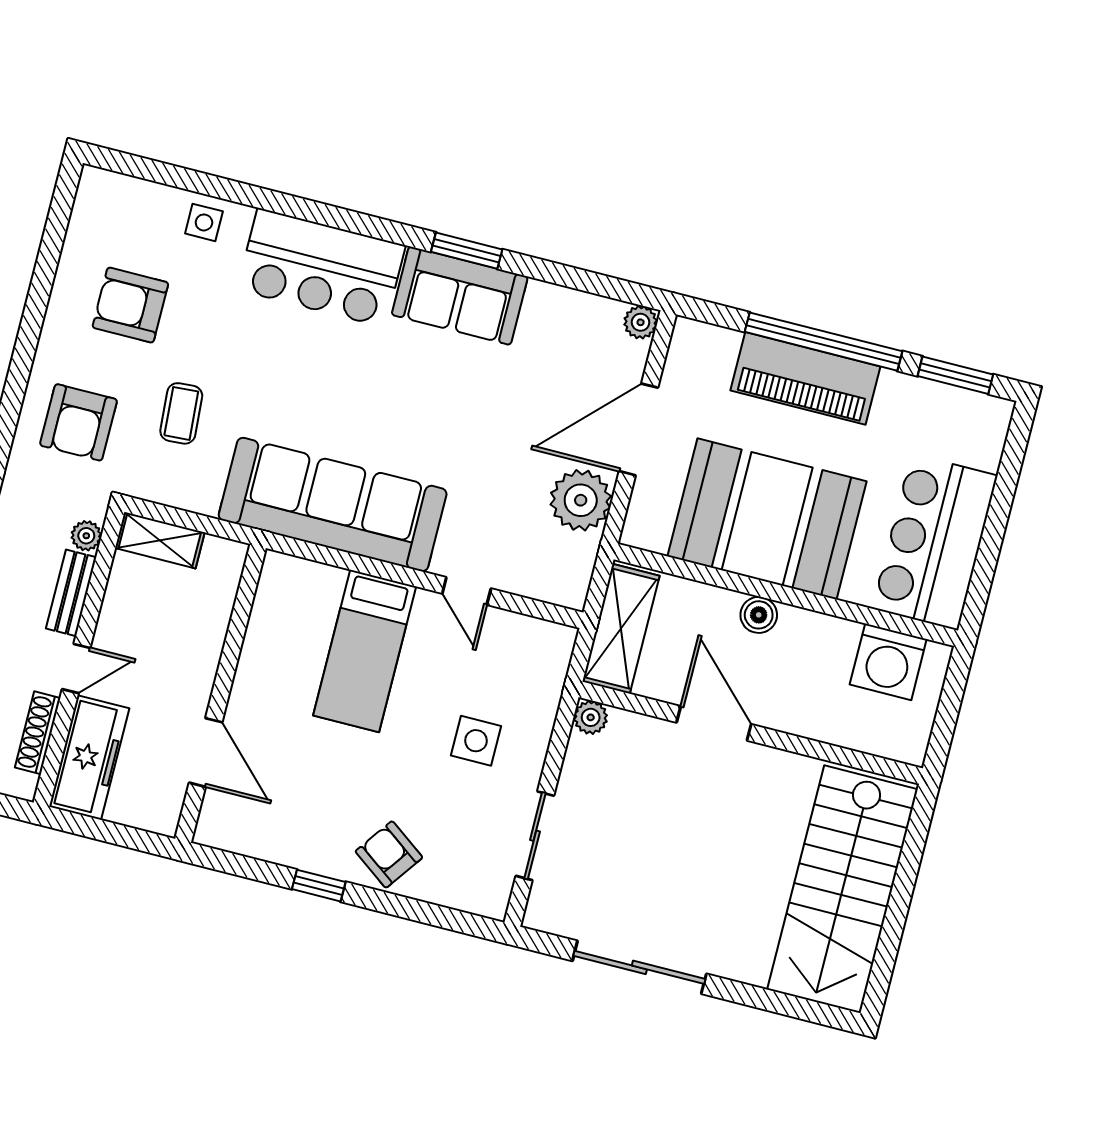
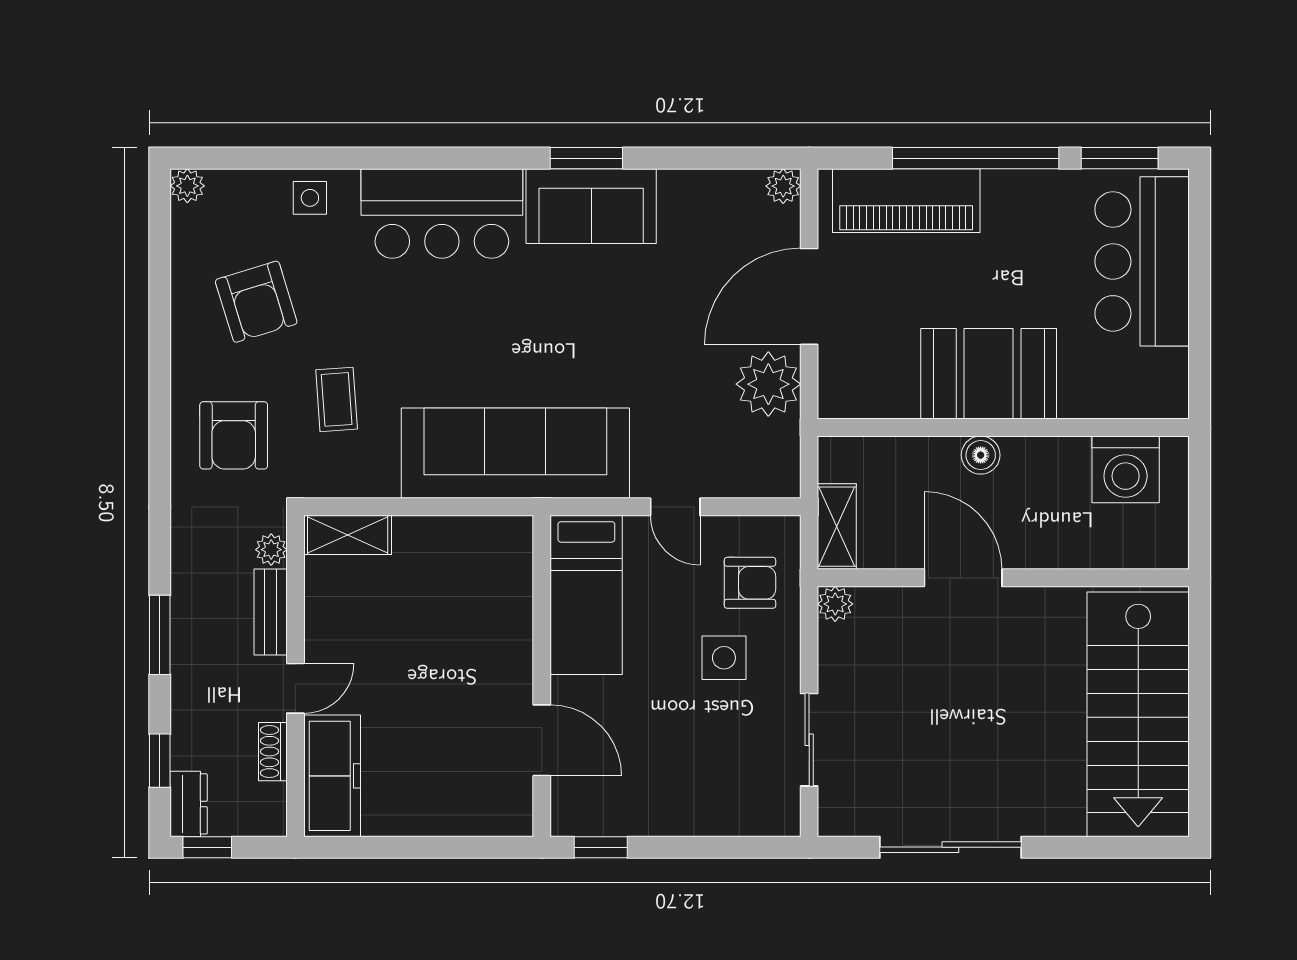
plant: (94, 183) -> (187, 186), added
armchair: (130, 305) -> (256, 302), turned -107
piano: (805, 378) -> (906, 201), moved
booth: (767, 519) -> (989, 374), width x0.73, depth x0.70
bar counter: (935, 542) -> (1142, 261), moved
shelving: (621, 629) -> (837, 527), width x0.67, depth x0.75
wall: (221, 693) -> (542, 676), moved
shoe rack: (38, 733) -> (273, 752), width x0.70
door: (206, 752) -> (542, 740), moved
armchair: (389, 854) -> (750, 583), moved, turned 144

